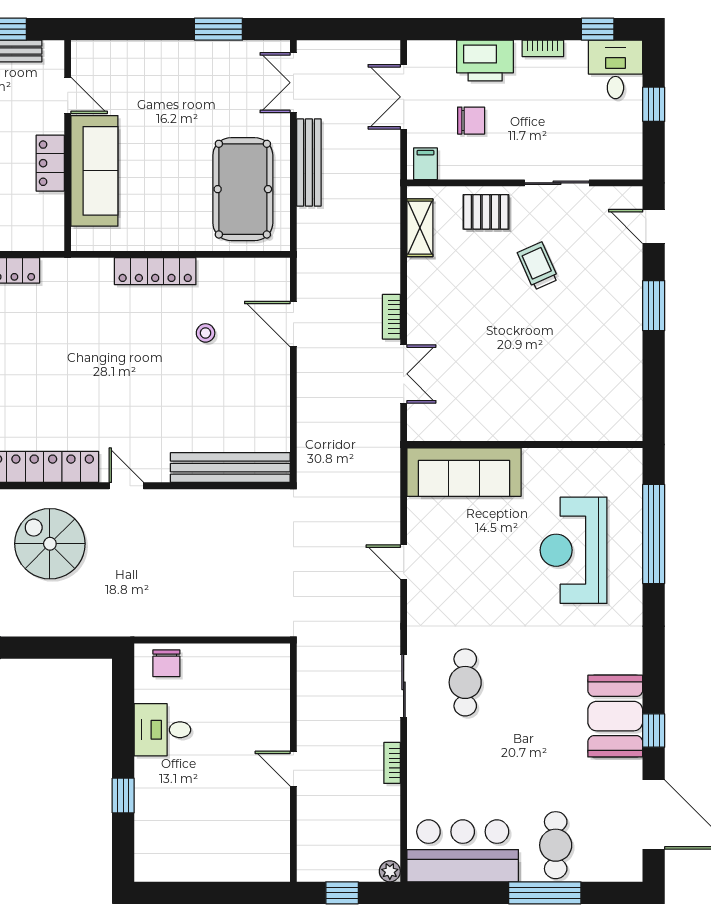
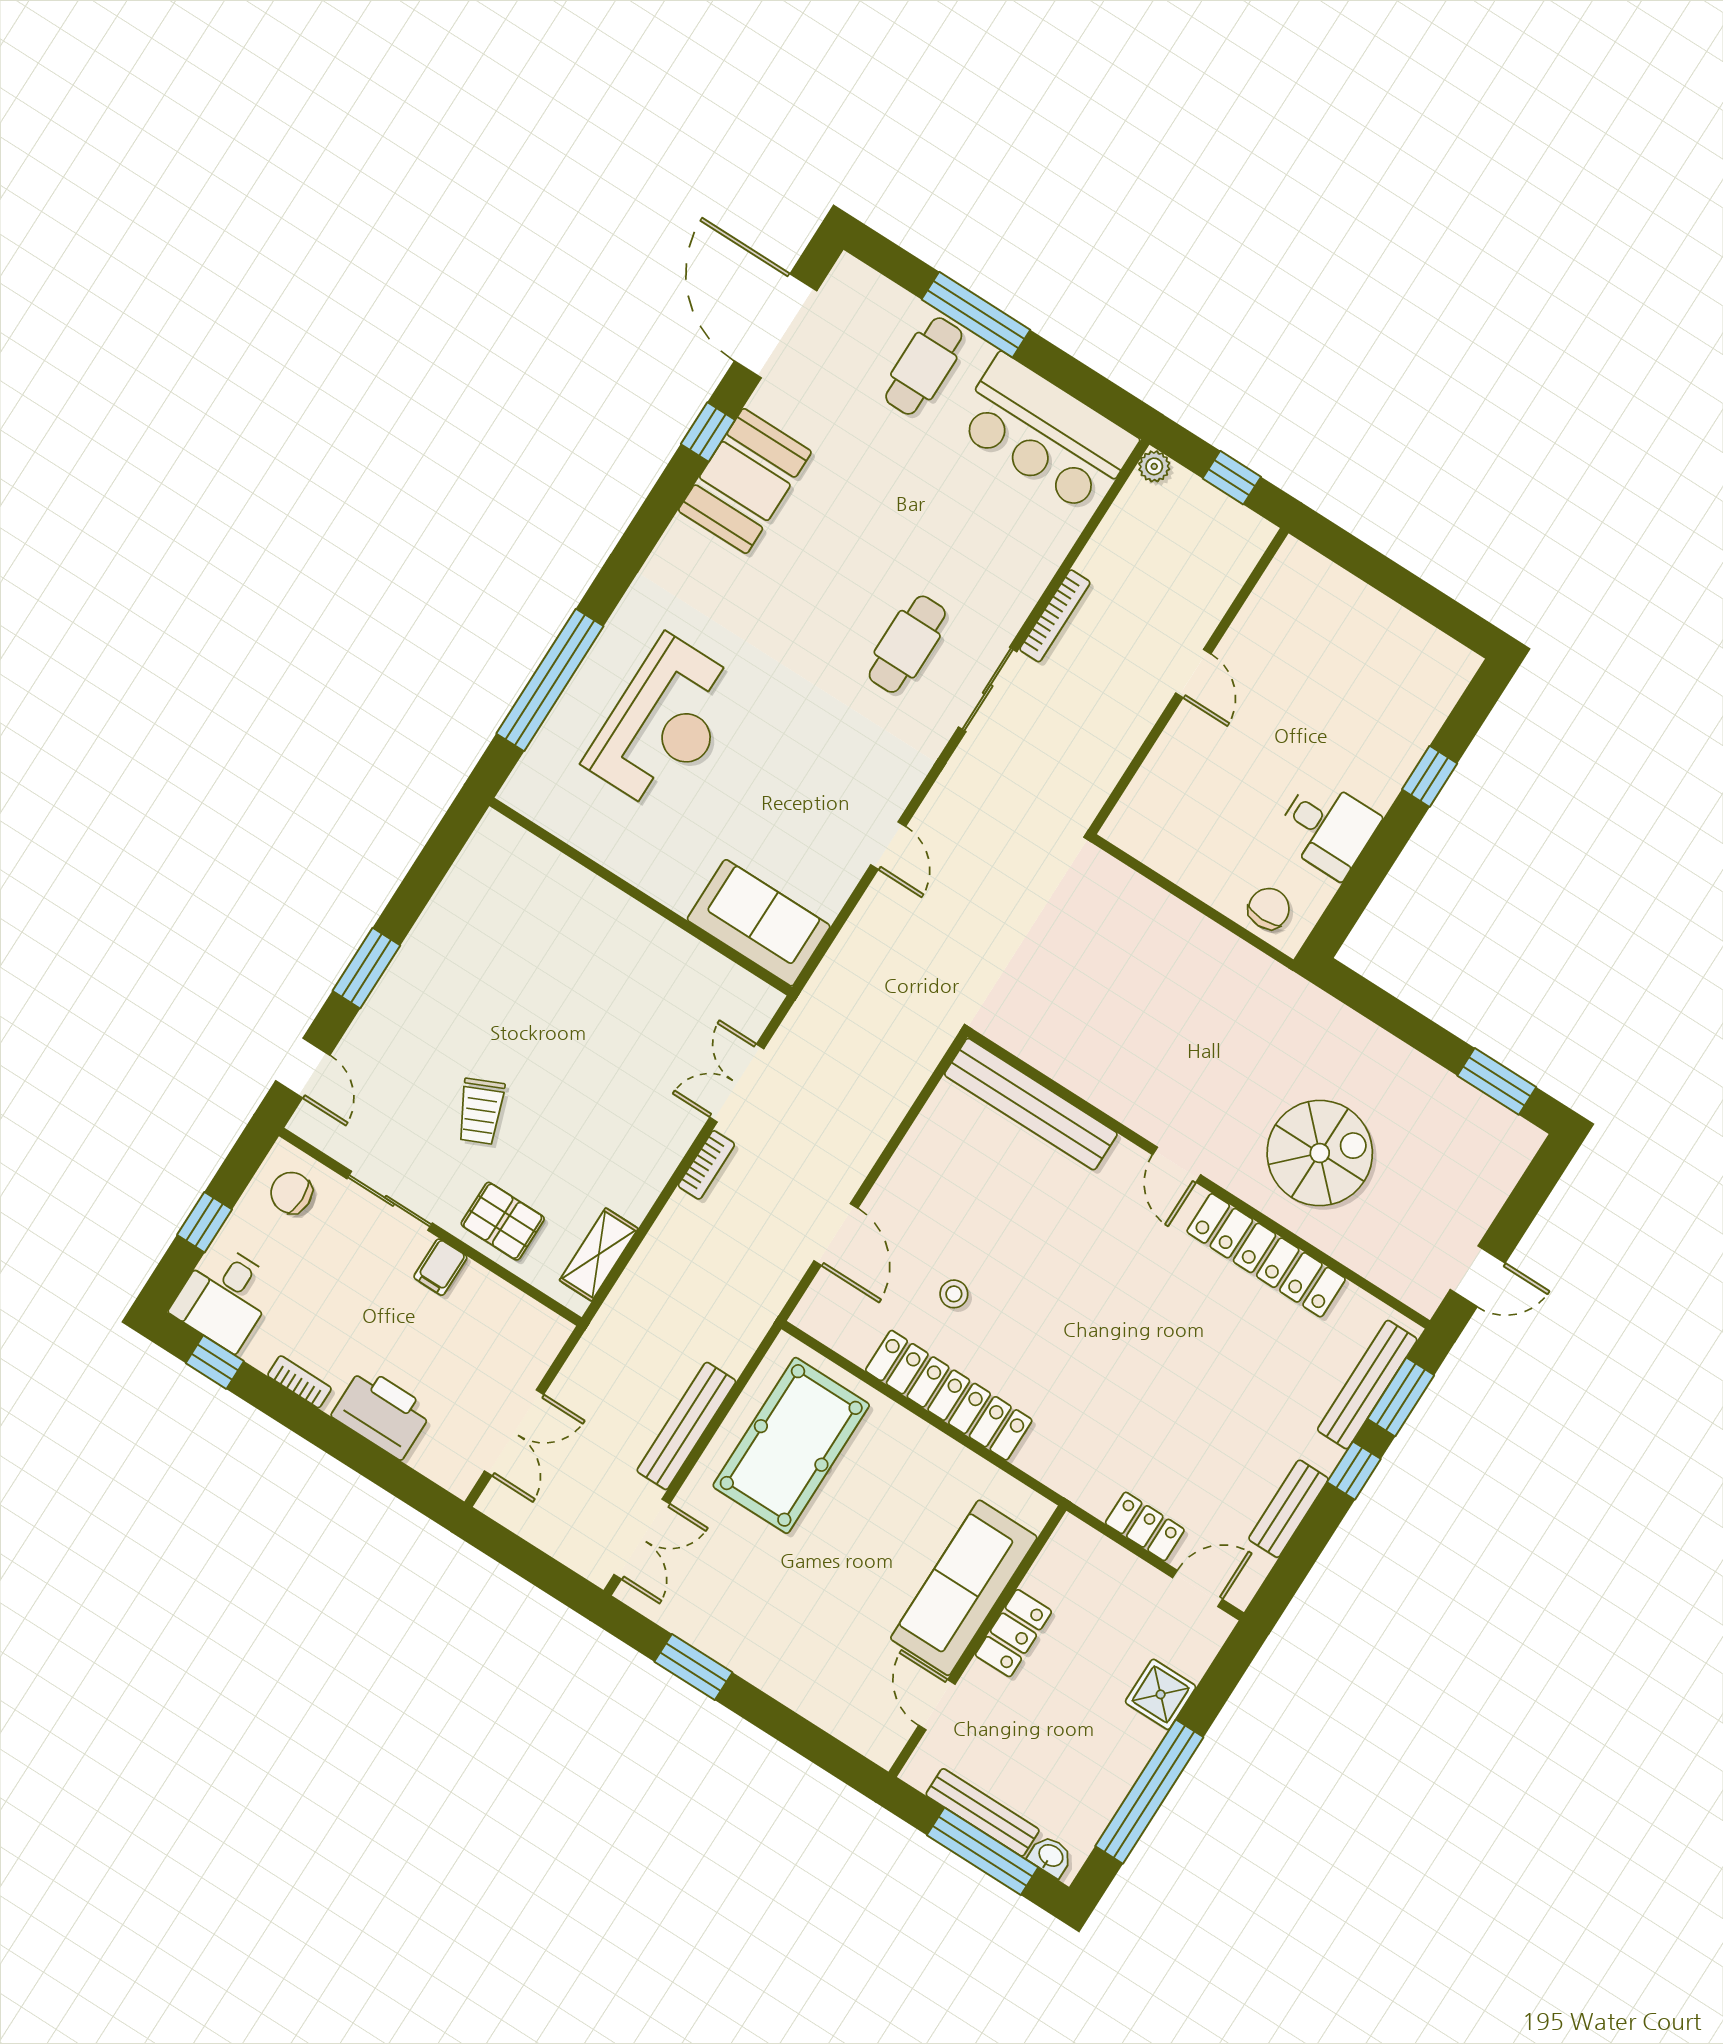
chair: (471, 121) -> (291, 1193), moved
filing cabinet: (425, 164) -> (440, 1267), moved
locker: (155, 271) -> (949, 1395), width x1.41, depth x1.21
sofa: (464, 472) -> (759, 923), width x0.73
spiral stairs: (50, 544) -> (1320, 1153), turned -90
bookcase: (392, 763) -> (1055, 616), width x1.56

